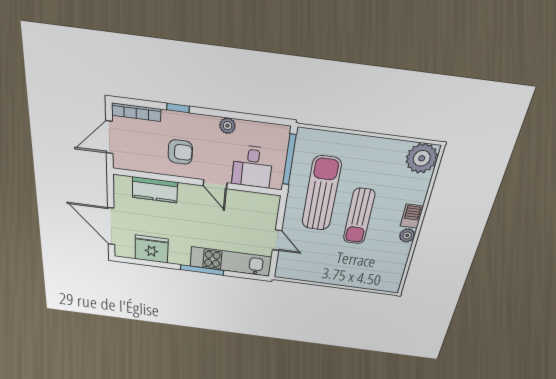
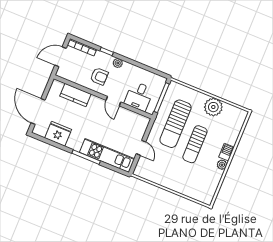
plant: (227, 126) -> (118, 63), moved
plant: (422, 158) -> (213, 107), moved
sun lounger: (321, 194) -> (175, 124), turned 180

